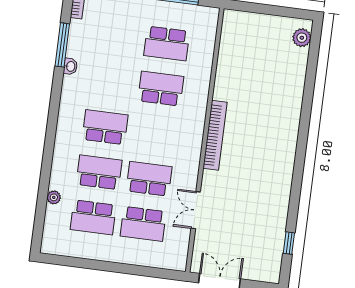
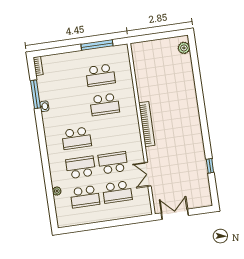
school desk: (161, 89) -> (105, 104), turned 180
school desk: (105, 127) -> (77, 138), turned 180
window: (289, 243) -> (210, 166), moved

